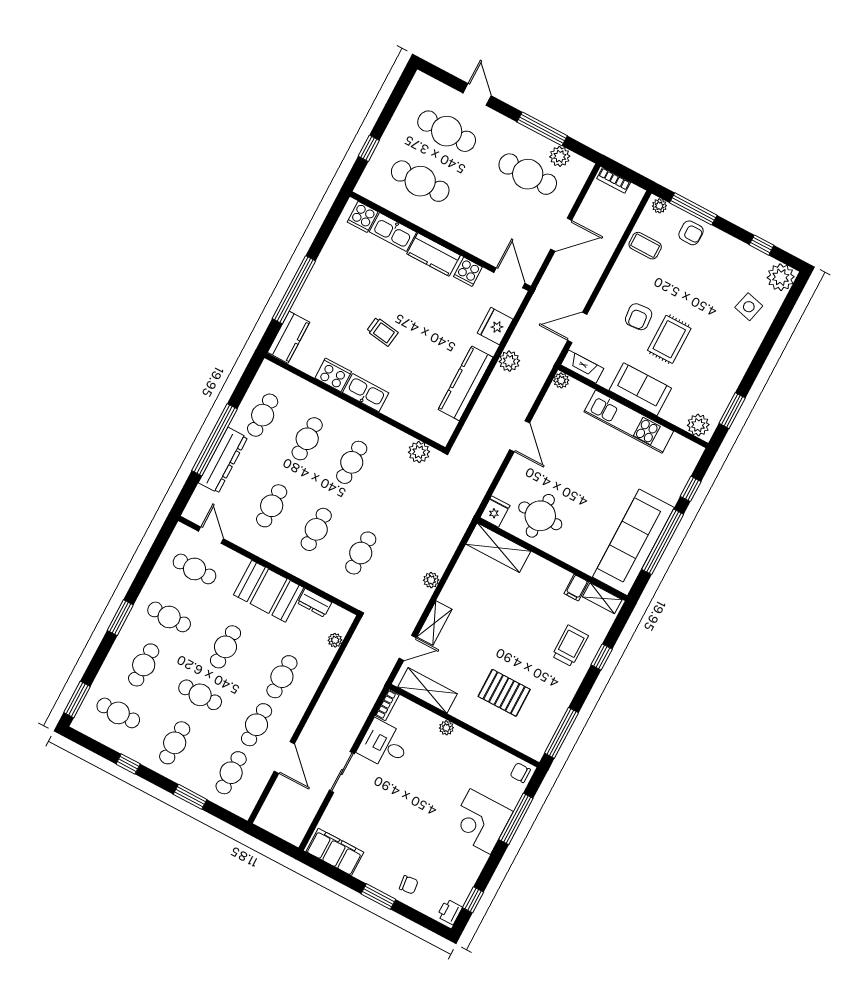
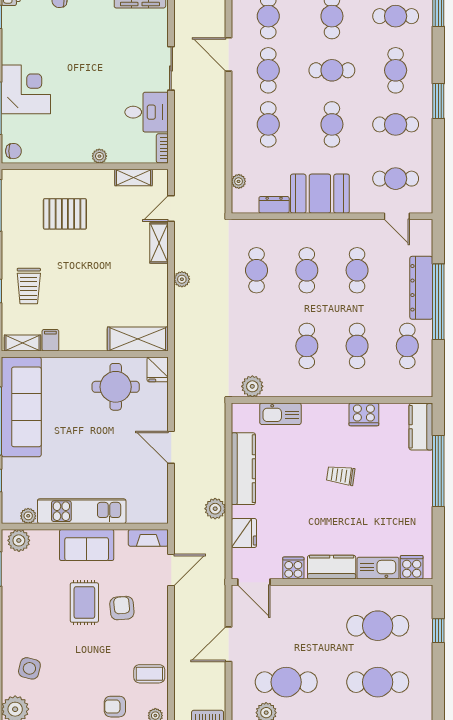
plant: (561, 380) -> (28, 516), moved
kitchen sink: (366, 393) -> (280, 414), moved
shelving: (428, 690) -> (134, 178), width x0.67, depth x0.75

